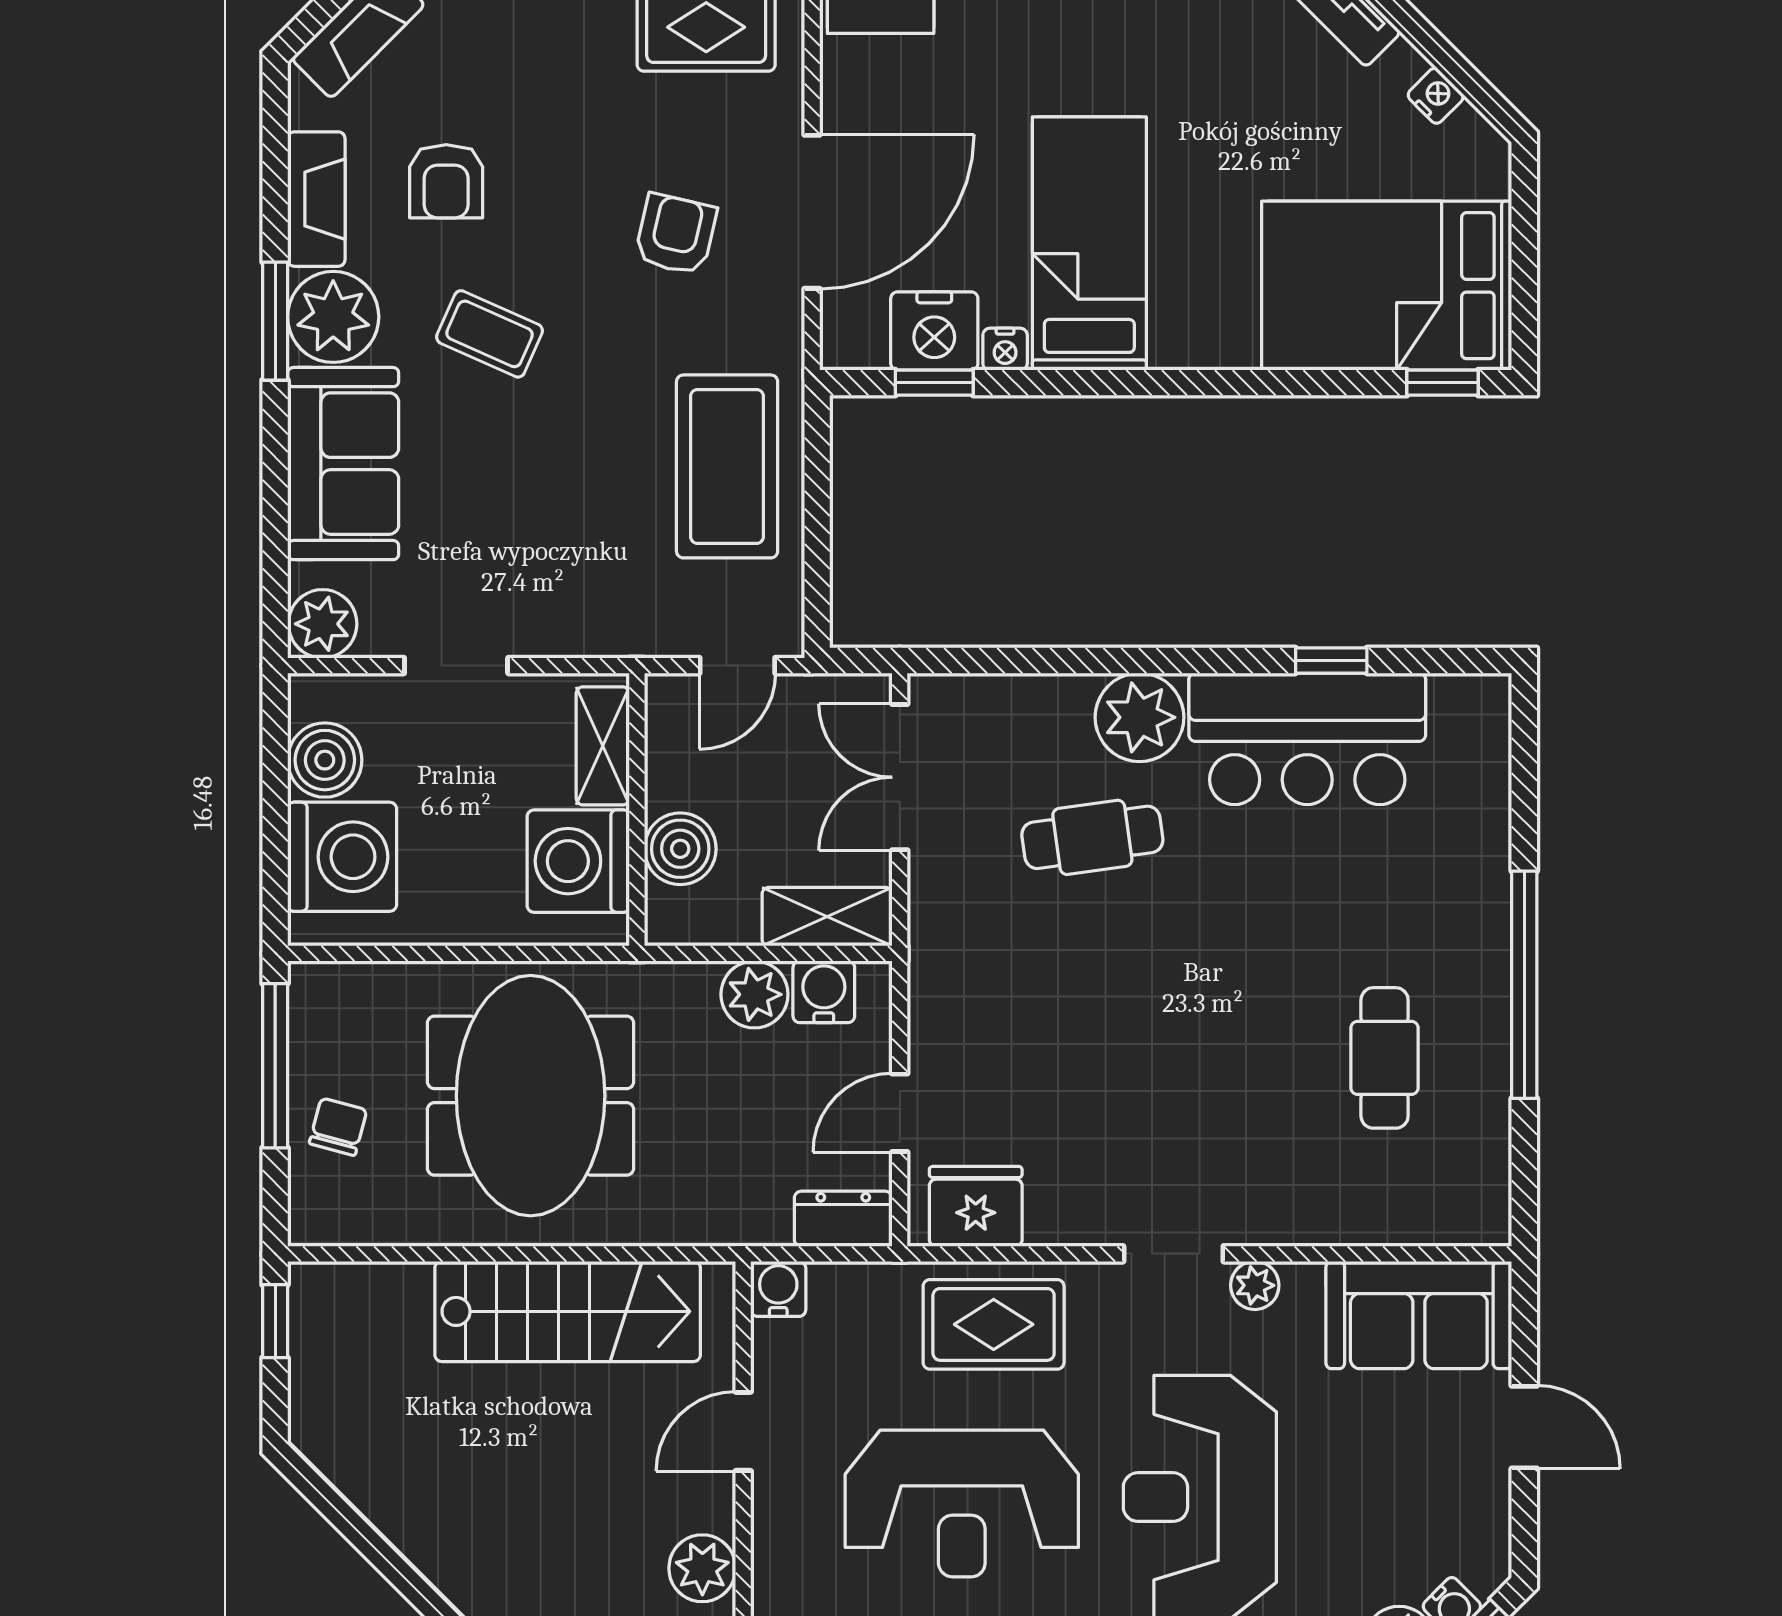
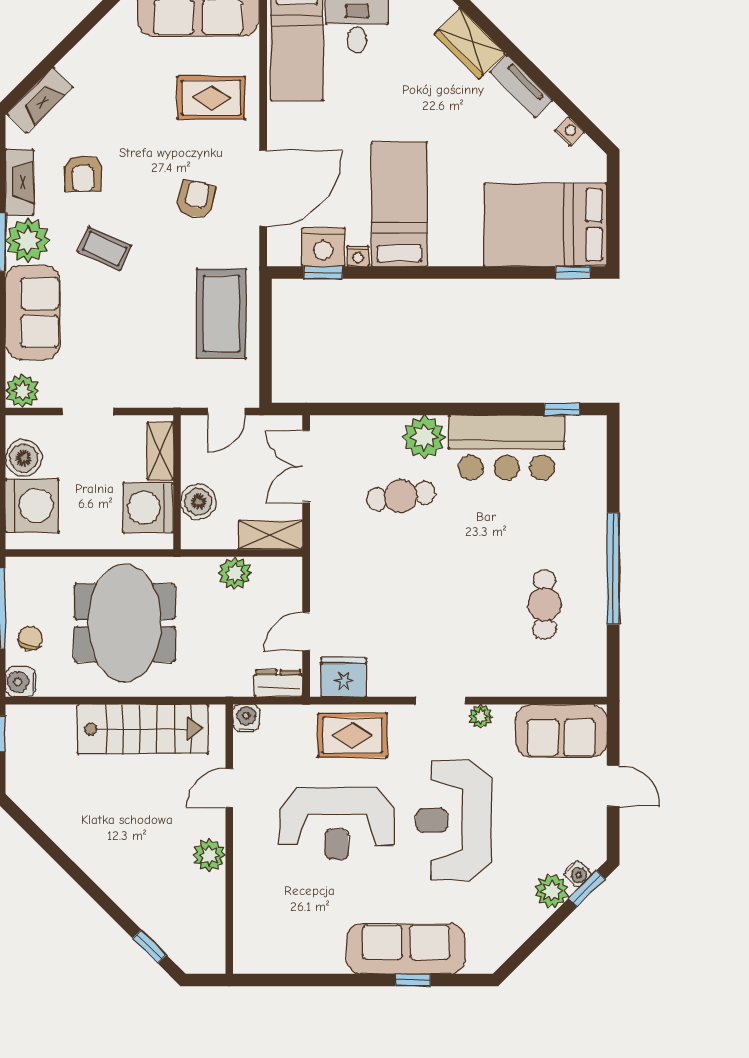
window: (1331, 661) -> (562, 409), moved
water cooler: (824, 992) -> (20, 682), moved, turned -90

